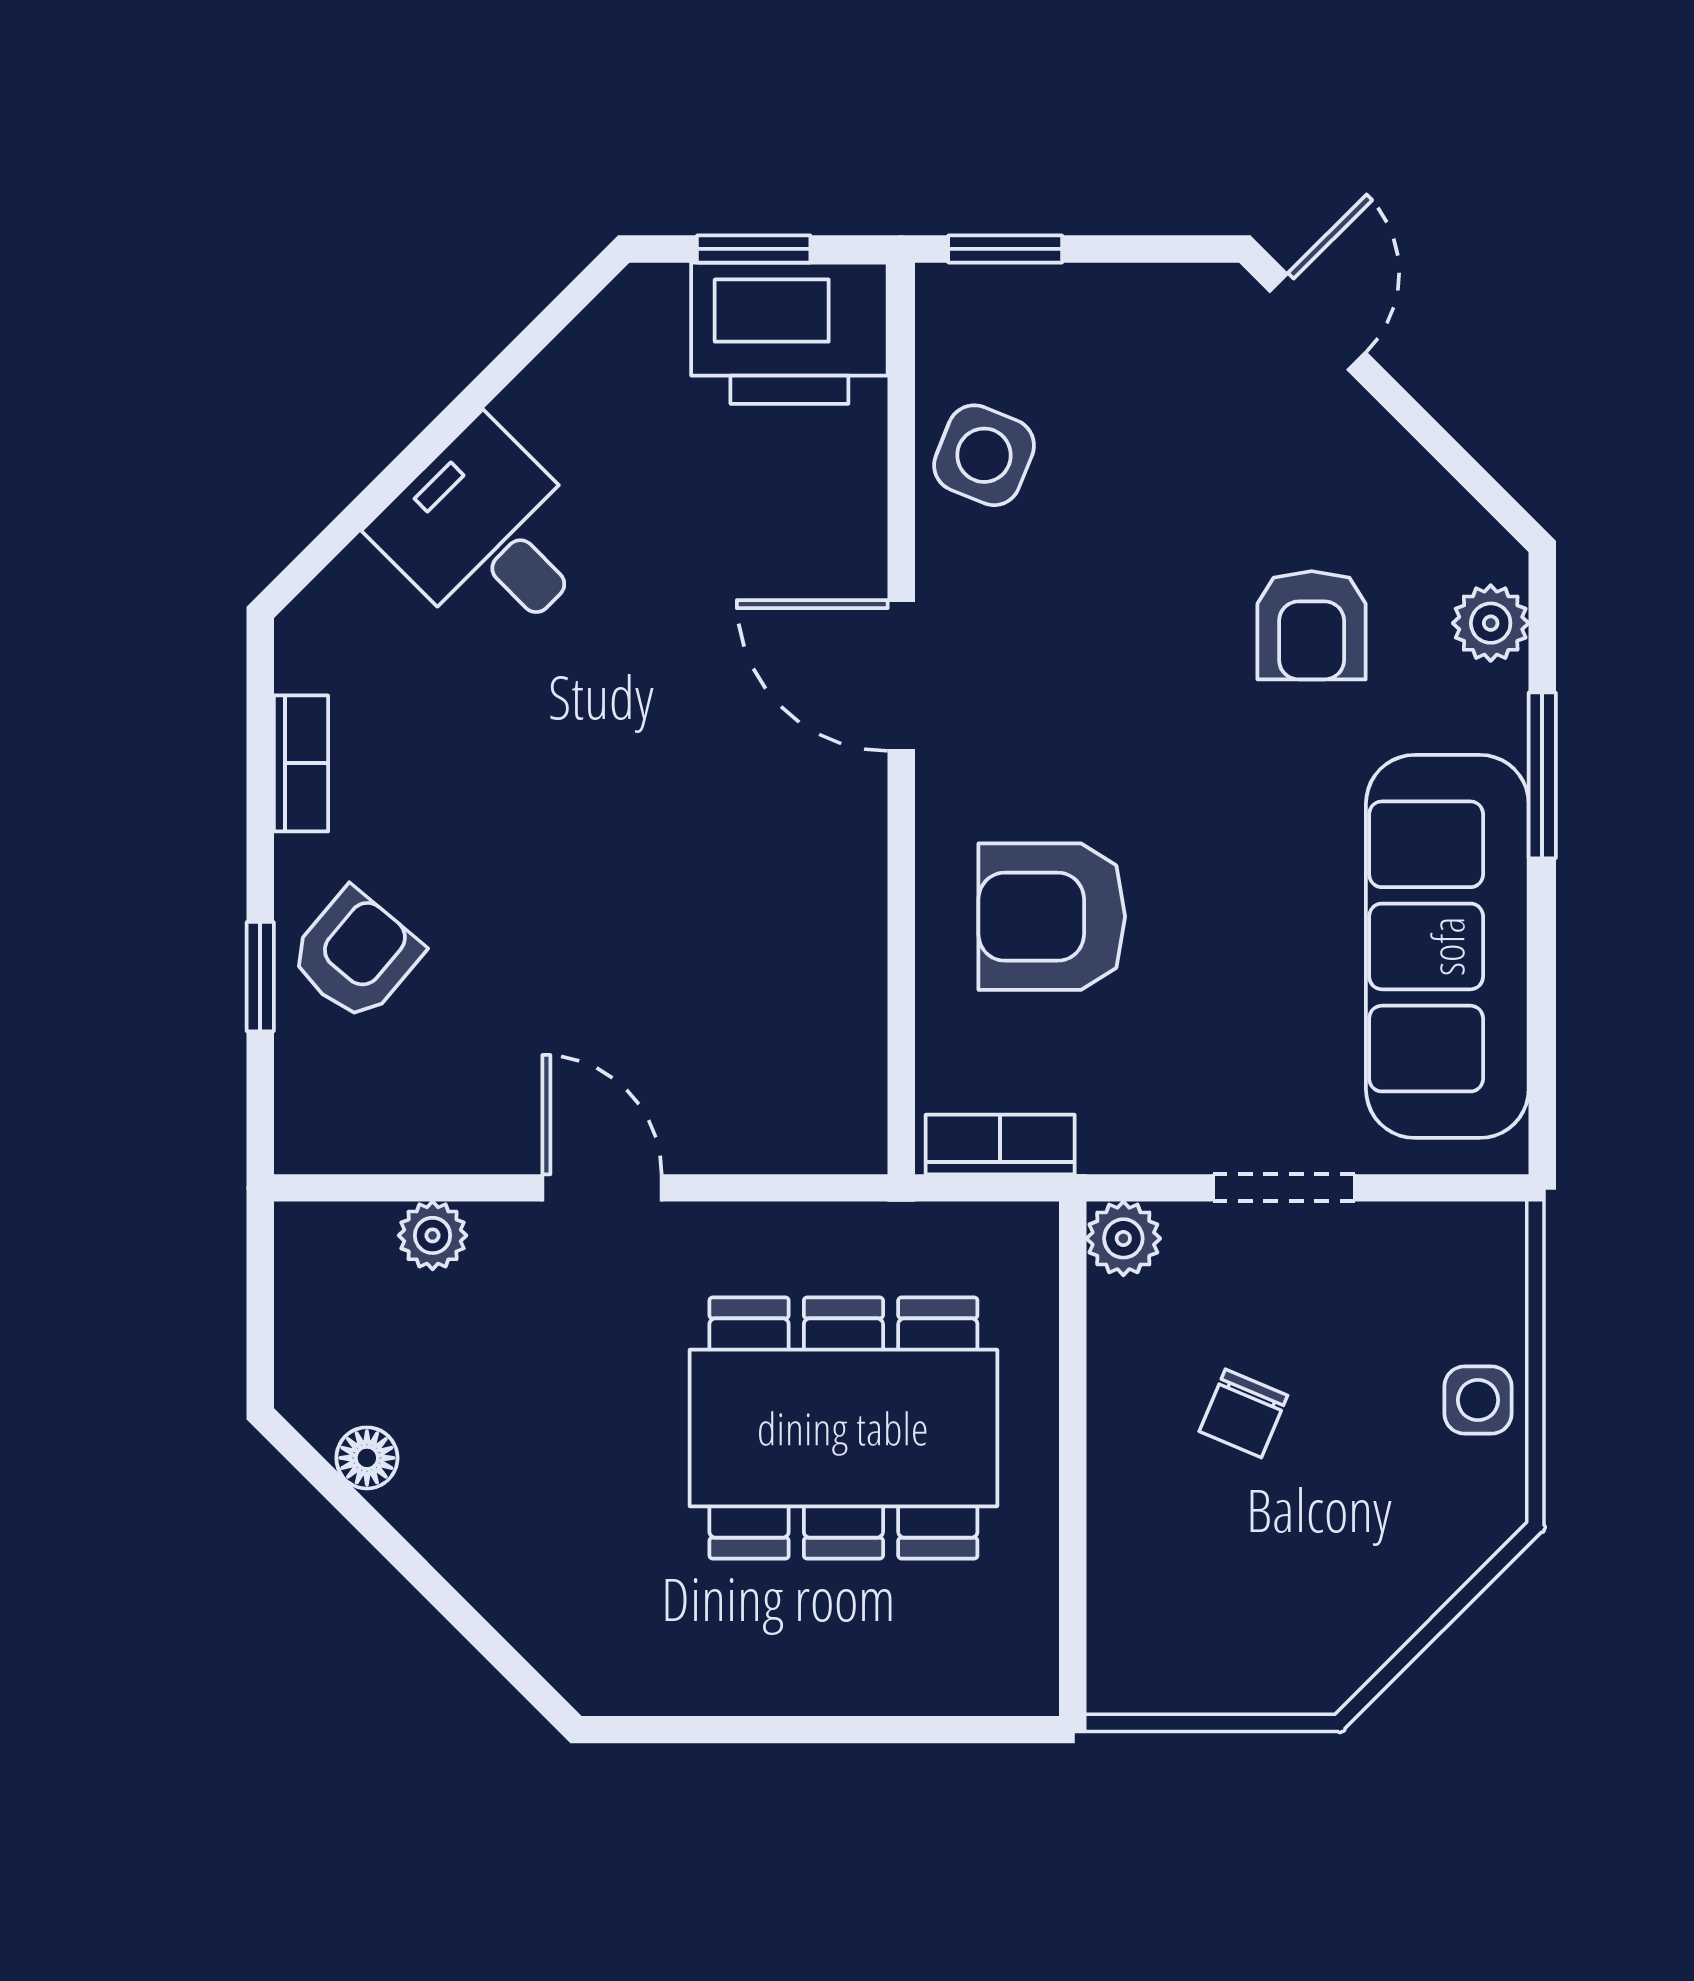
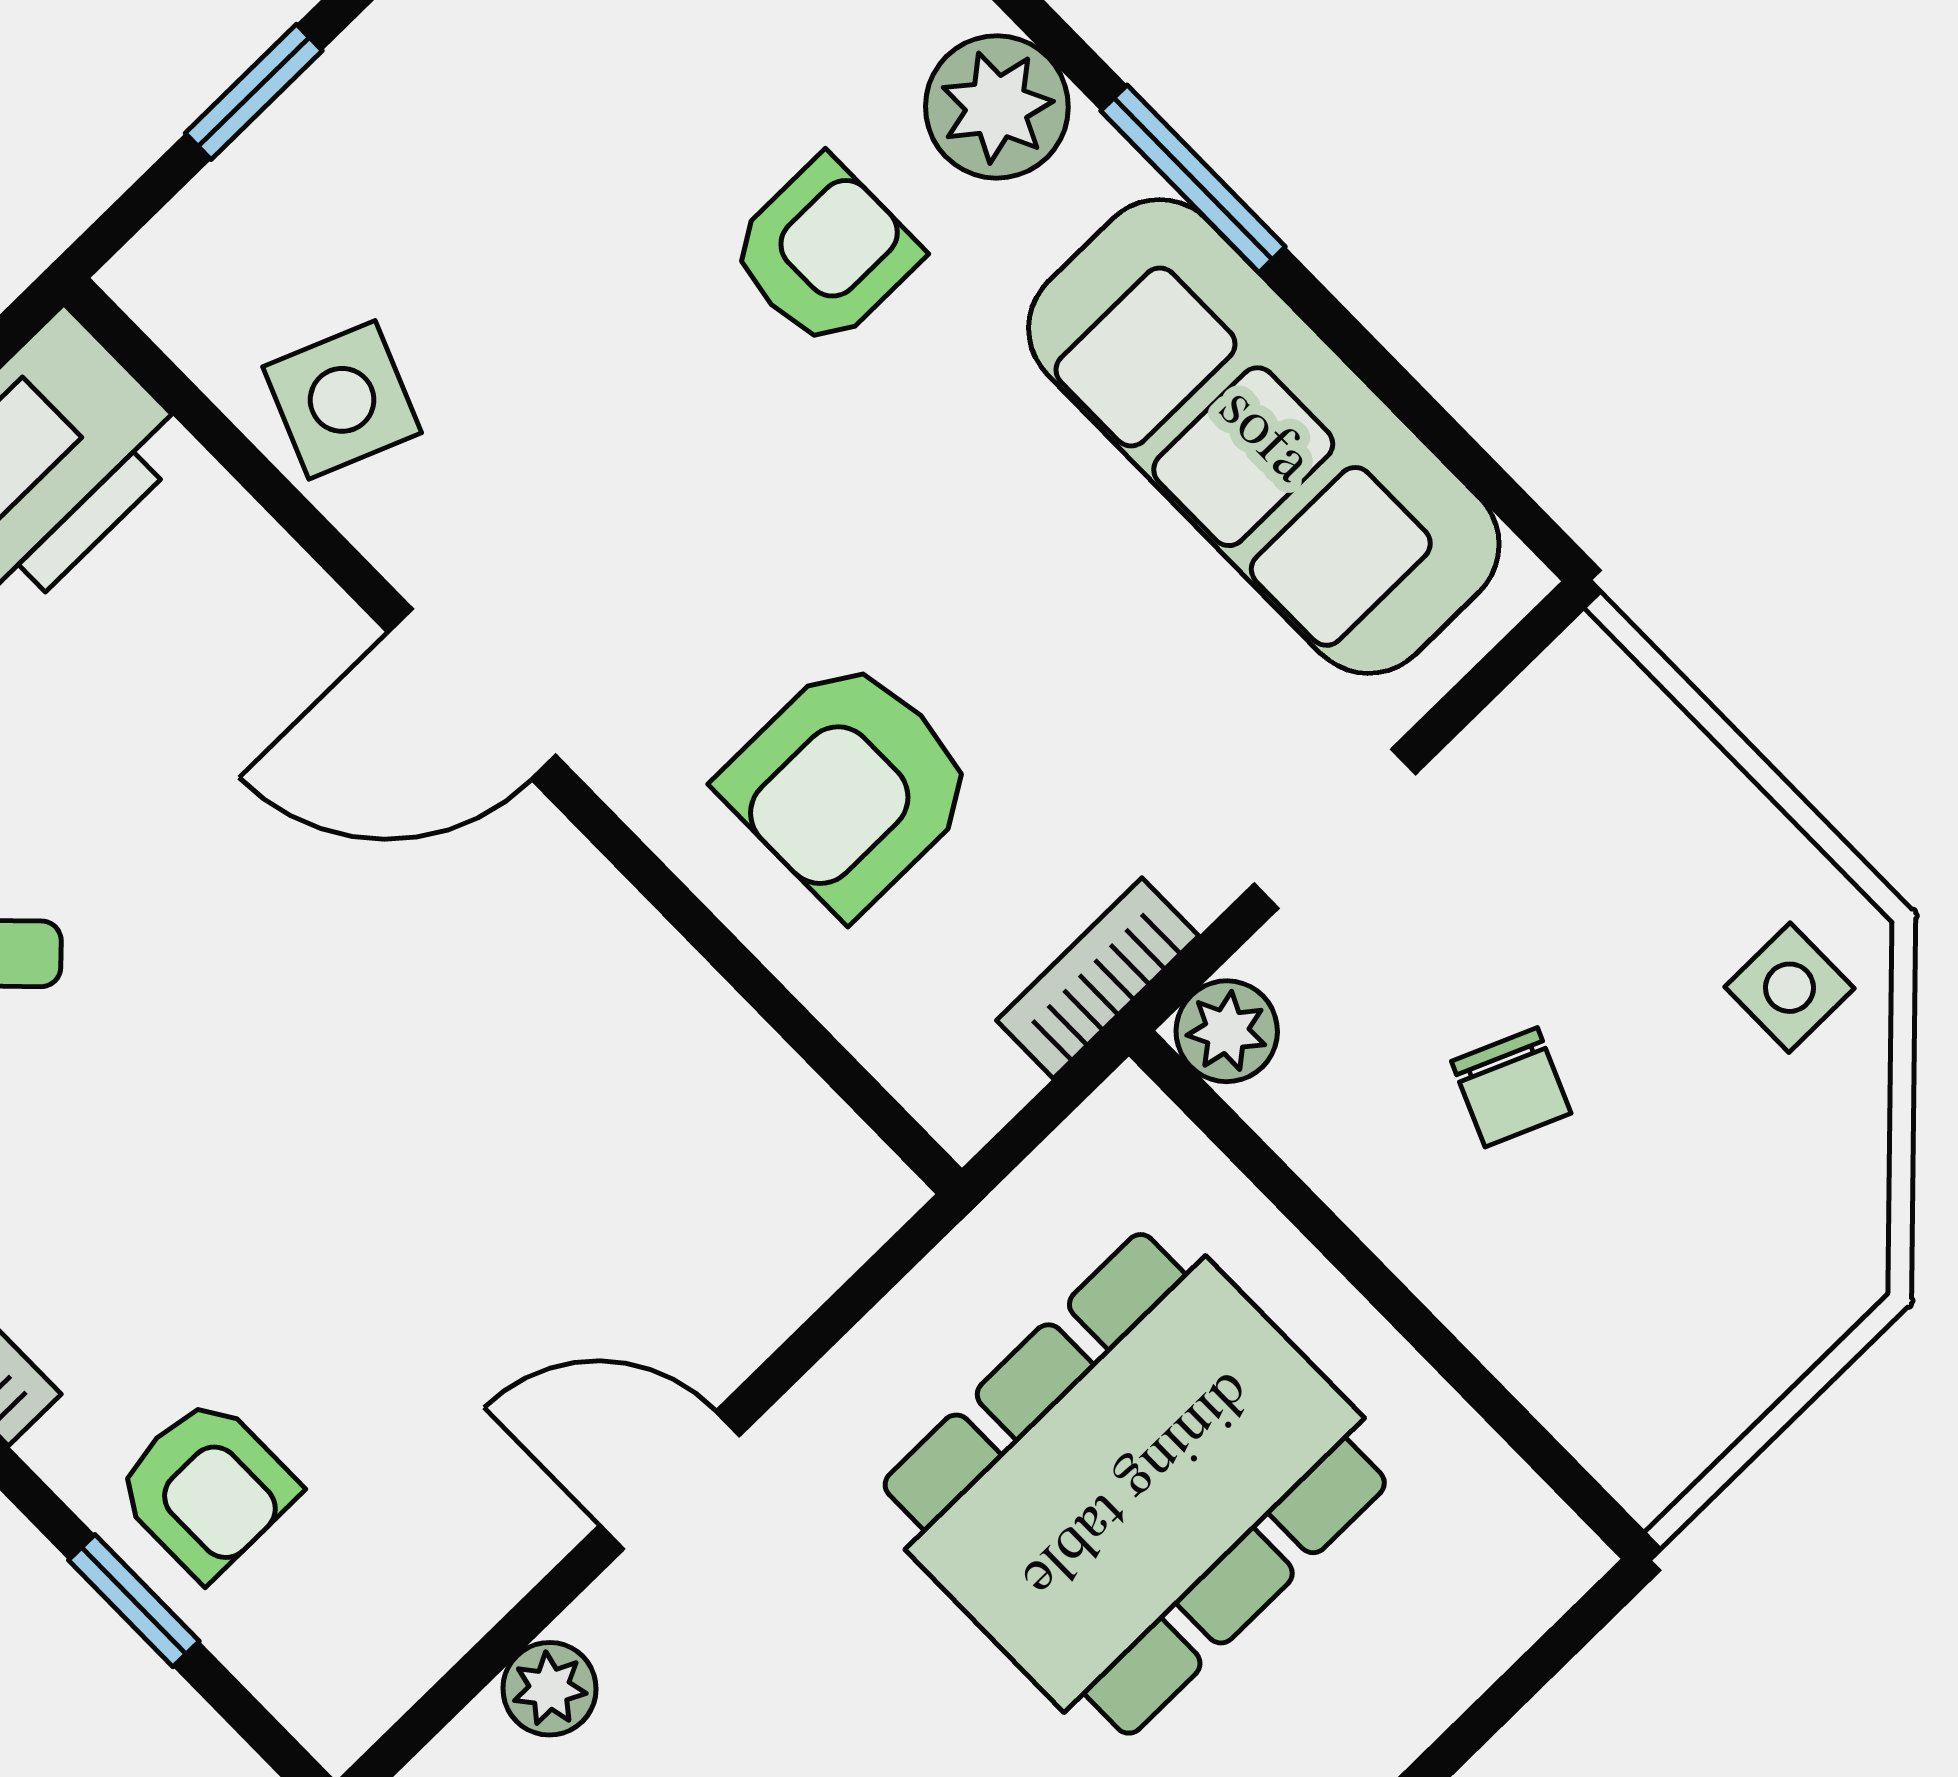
window: (1005, 249) -> (254, 92), moved
plant: (1491, 623) -> (997, 107), width x1.38, depth x1.38
armchair: (1312, 625) -> (824, 253), turned -90
armchair: (356, 955) -> (206, 1488), turned 140
bookcase: (1000, 1145) -> (1098, 978), moved
side table: (1478, 1400) -> (1789, 988), moved

